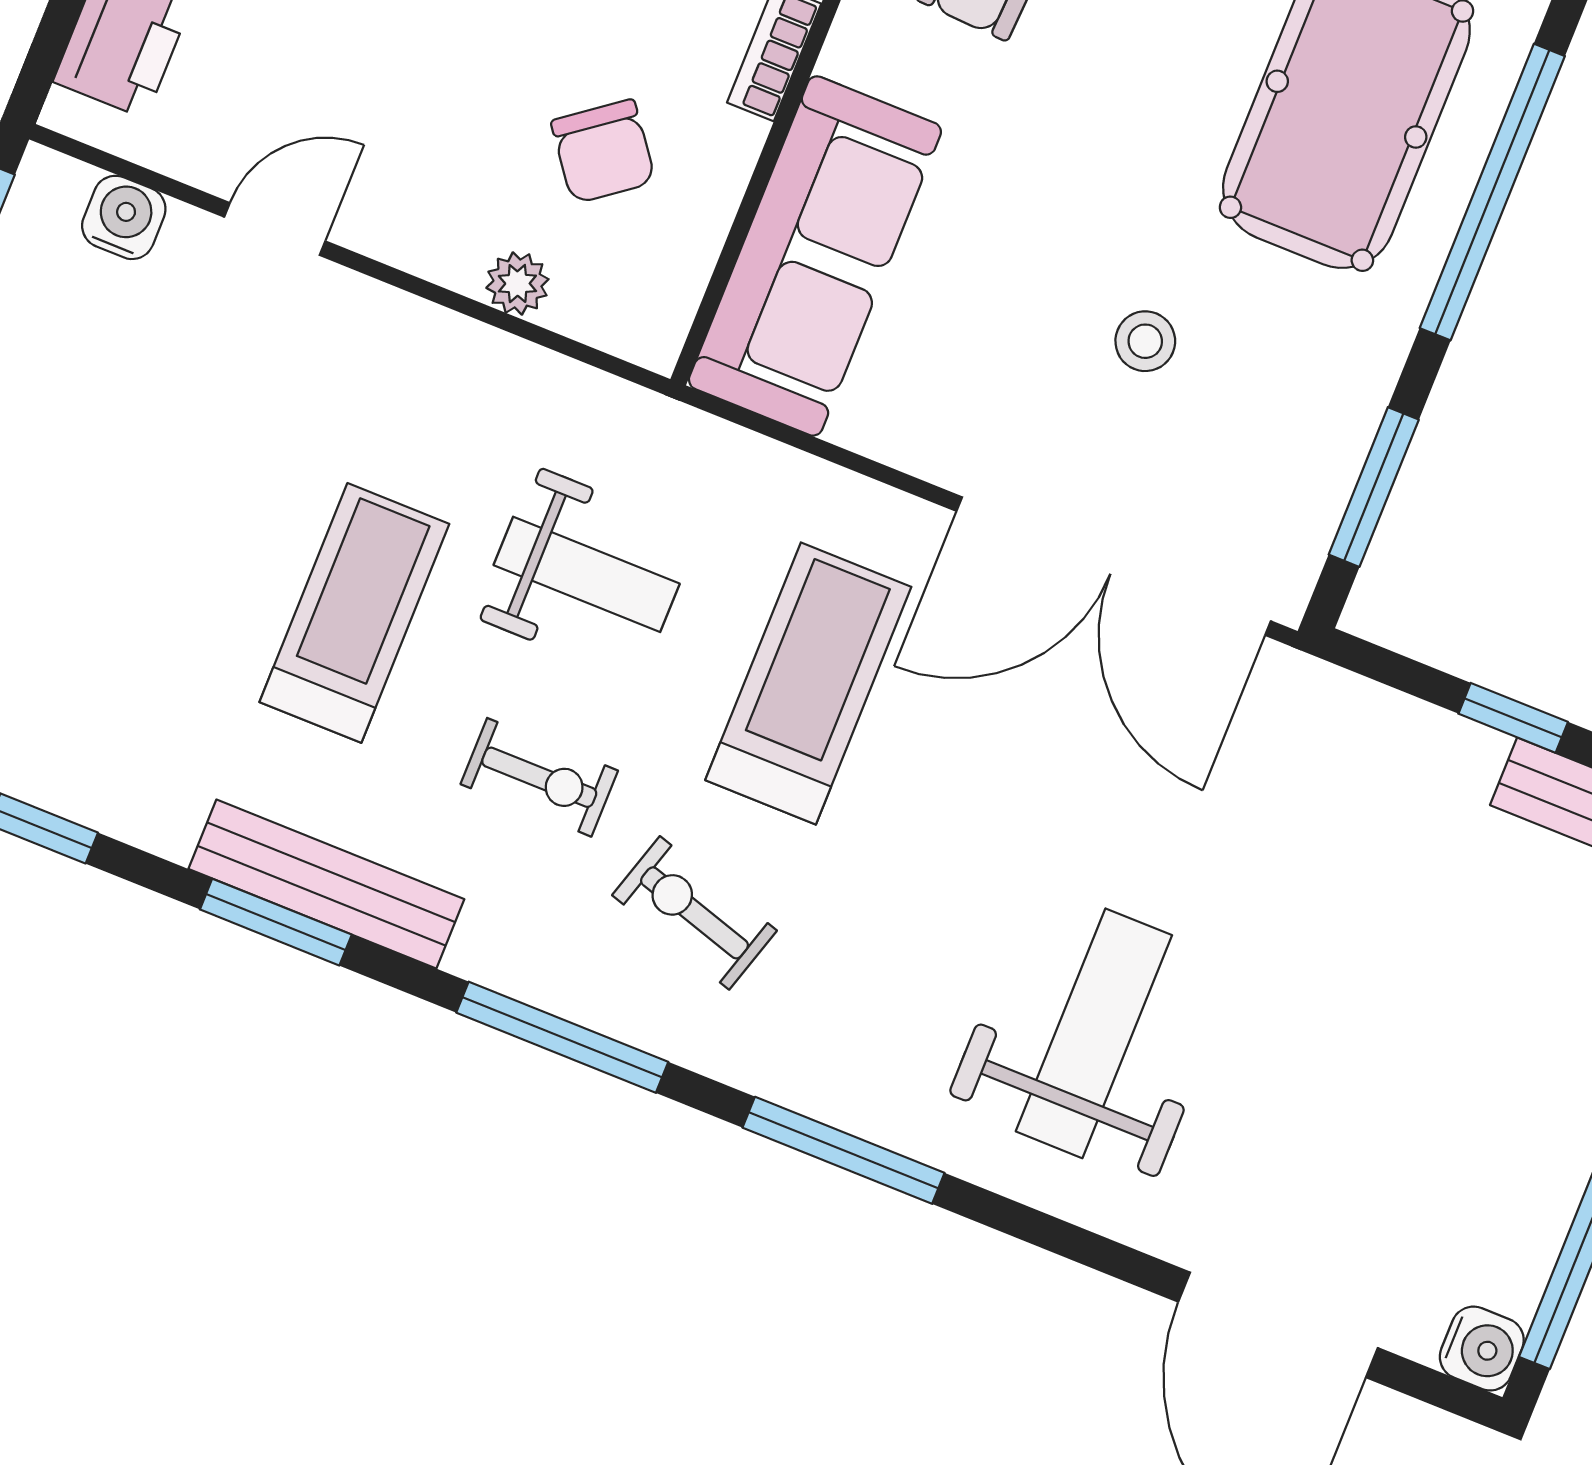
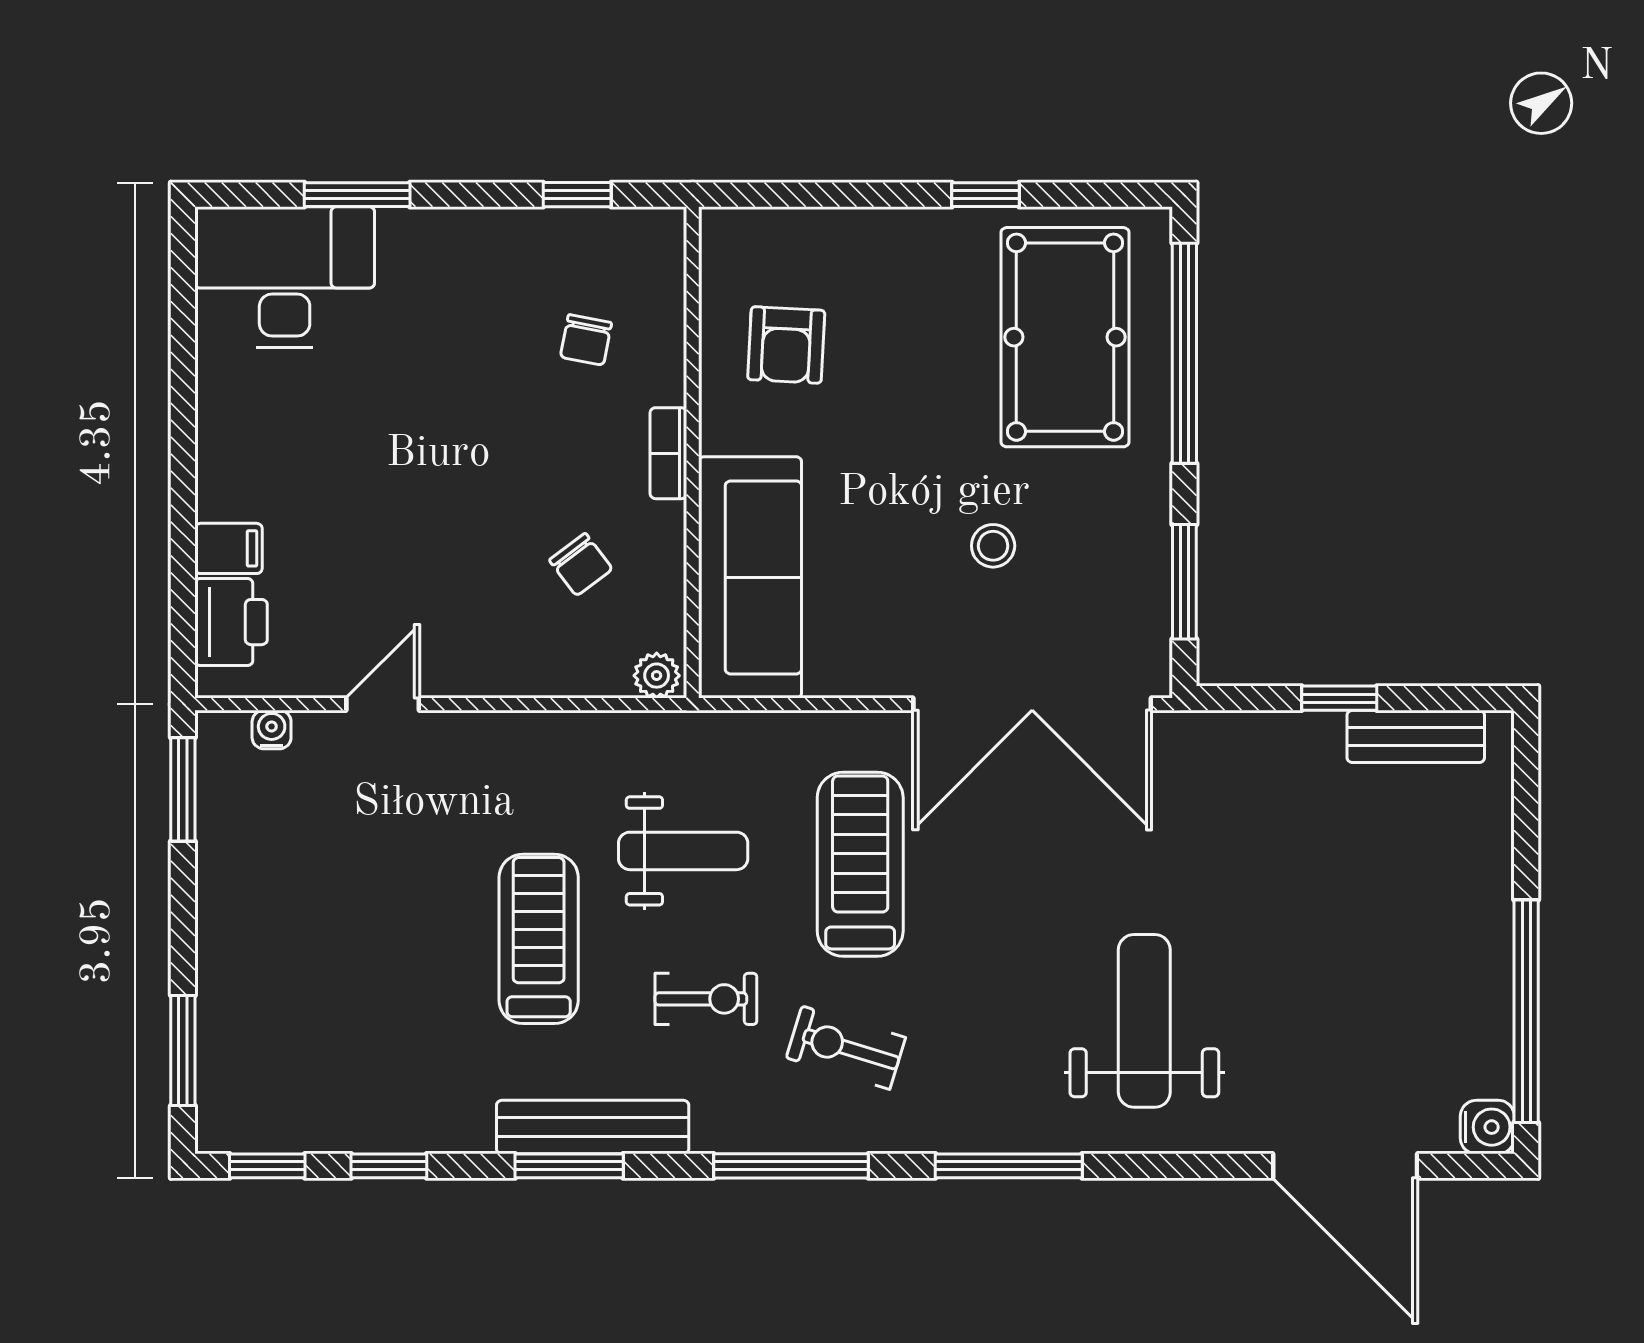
chair: (603, 151) -> (581, 565), width x0.73, depth x0.73
water cooler: (124, 217) -> (272, 730), width x0.72, depth x0.72
plant: (517, 284) -> (657, 676), moved

